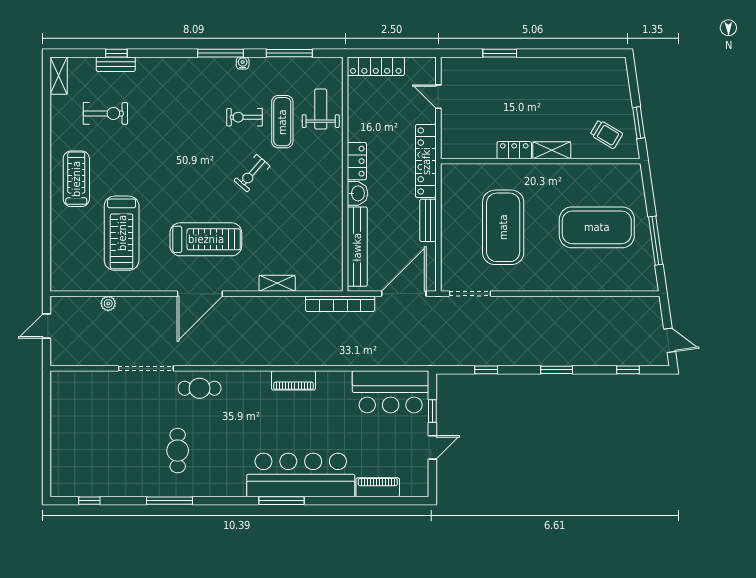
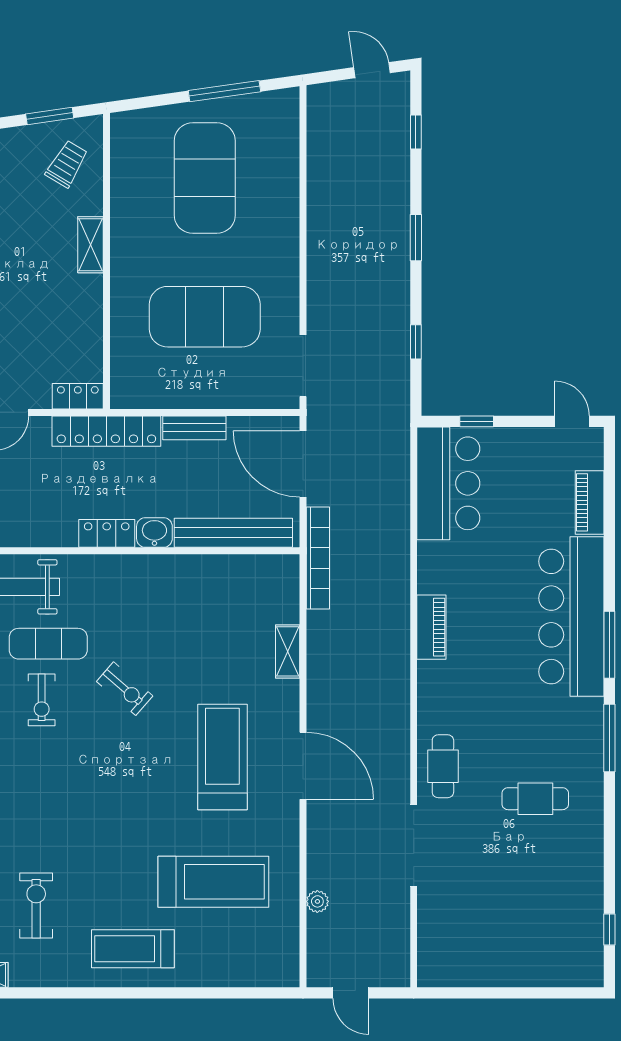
locker: (514, 150) -> (78, 396), moved, turned 90
door: (670, 340) -> (372, 70), hinge flipped
door: (432, 447) -> (572, 421), moved
window: (170, 501) -> (609, 738), moved

